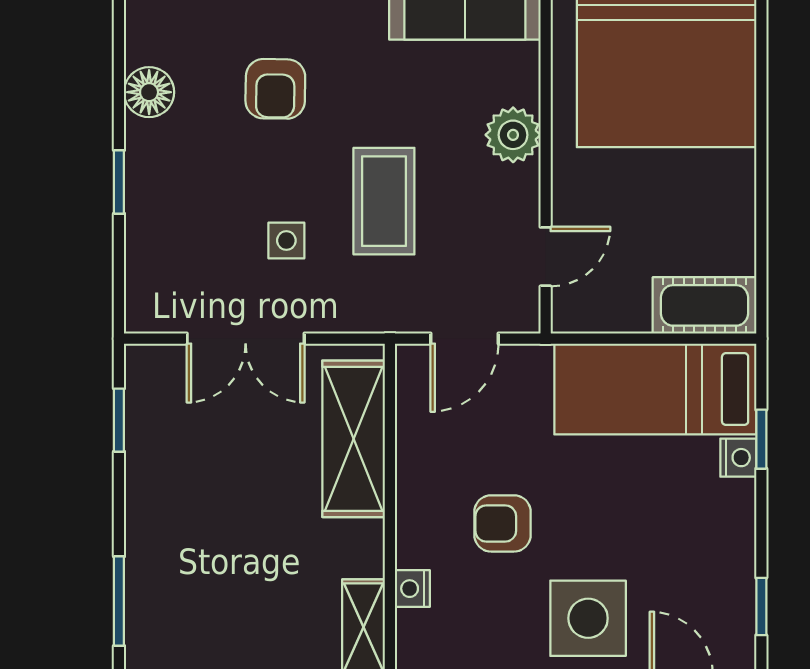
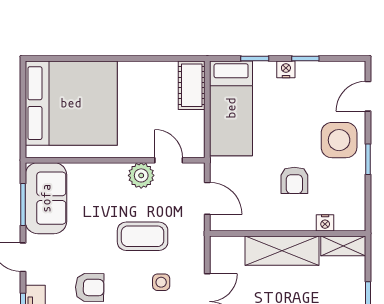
plant: (513, 135) -> (141, 175), moved
shelving: (354, 439) -> (282, 251), moved
nightstand: (738, 458) -> (286, 69), moved
window: (761, 607) -> (305, 58), moved

